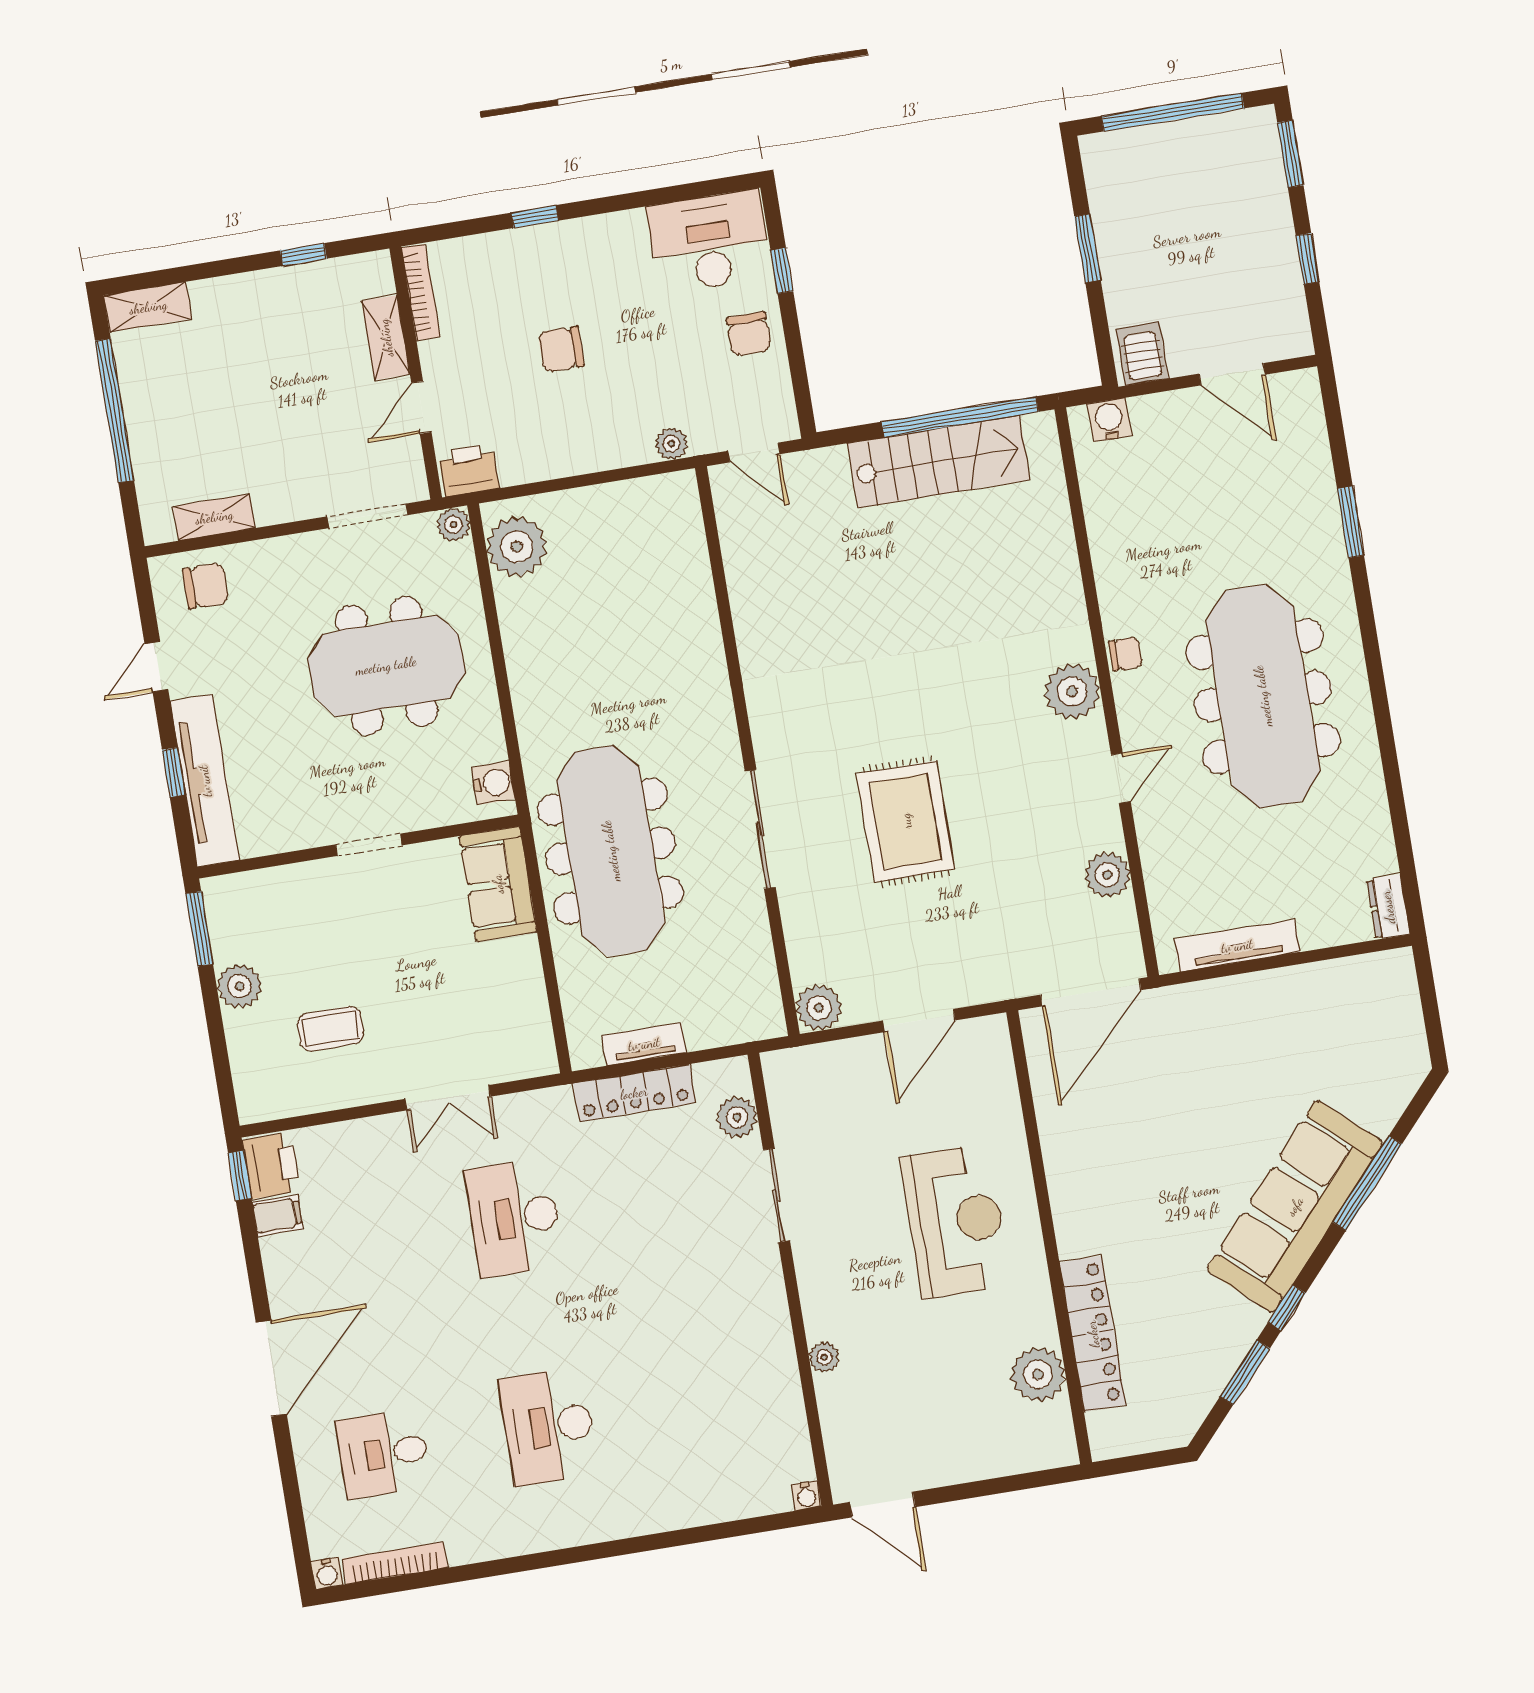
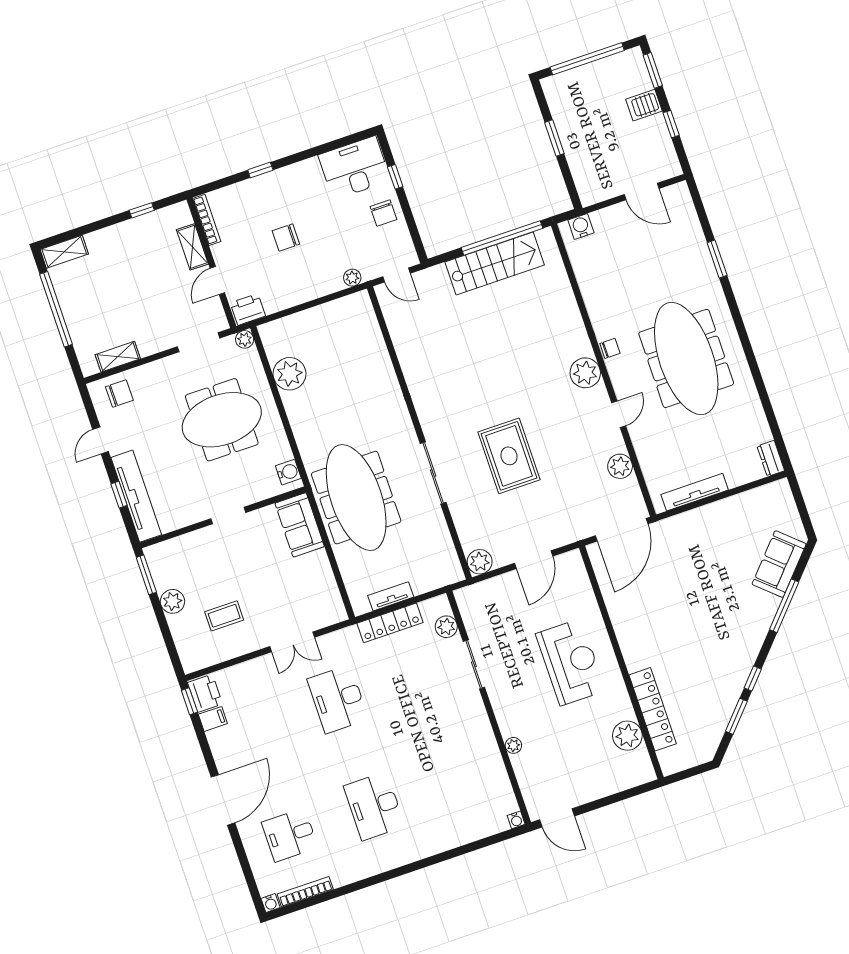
server rack: (1142, 354) -> (644, 105), moved, turned -90
plant: (517, 547) -> (290, 374), moved
sofa: (1295, 1206) -> (779, 564), moved, width x0.54, depth x0.79

